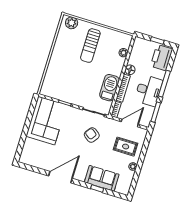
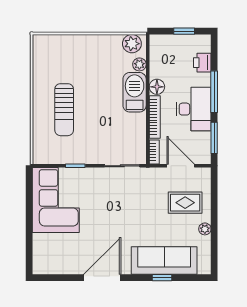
plant: (72, 23) -> (132, 44), moved
sun lounger: (90, 46) -> (64, 110), moved
printer: (162, 58) -> (202, 63), width x0.53, depth x0.68
barbecue: (109, 88) -> (135, 92), moved
door: (130, 123) -> (181, 166), hinge flipped
armchair: (92, 135) -> (130, 201), removed
sofa: (102, 178) -> (164, 261), width x1.36

